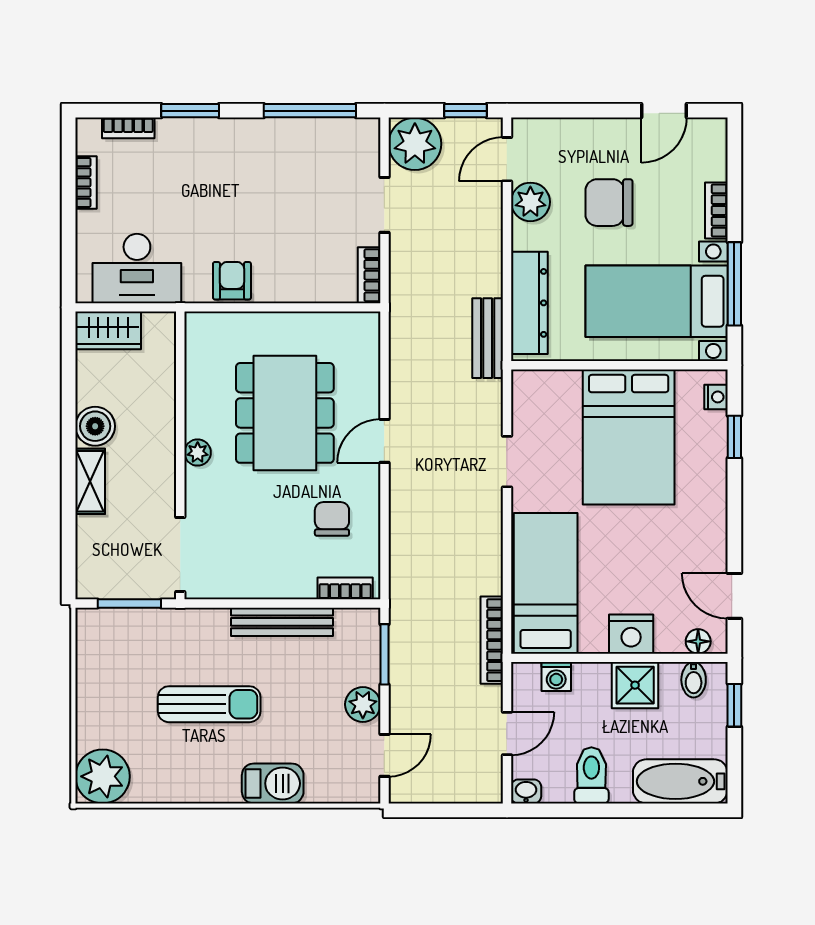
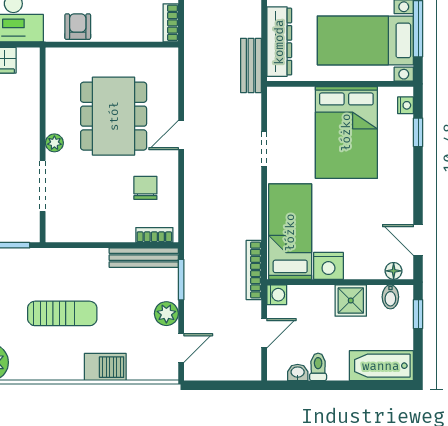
doorway: (180, 555) -> (43, 186), moved
bench: (282, 622) -> (144, 258), moved
nightstand: (631, 634) -> (328, 266), moved
washing machine: (556, 677) -> (277, 295), moved, turned -90
toilet: (591, 775) -> (318, 367), width x0.73, depth x0.72
washbasin: (526, 791) -> (298, 373), moved

